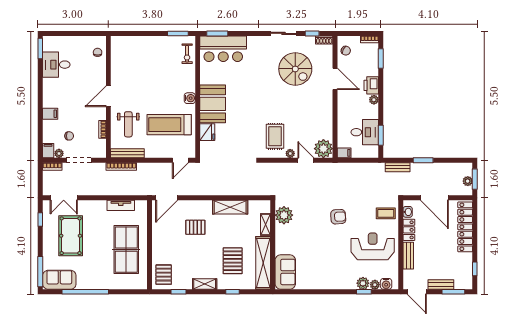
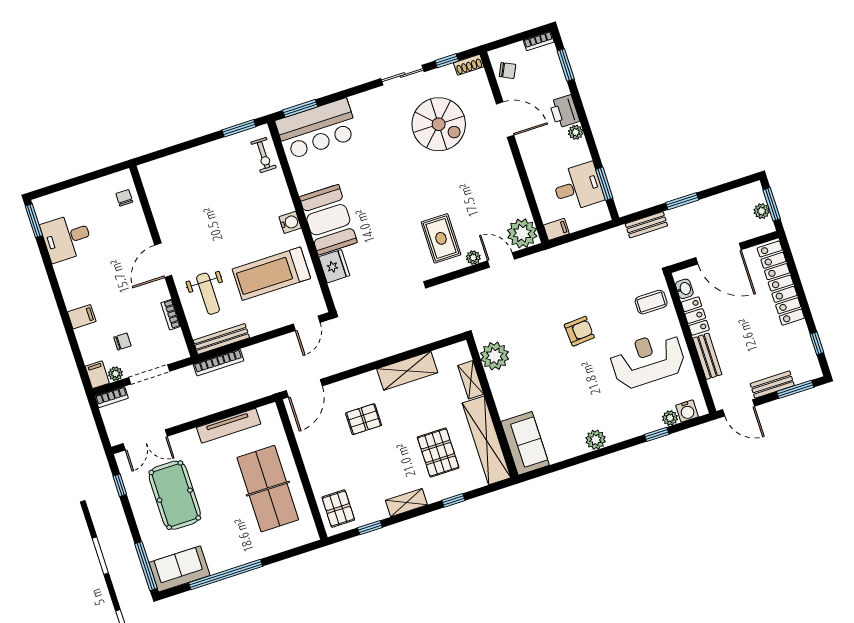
tv unit: (121, 205) -> (229, 426), width x1.41
plant: (363, 283) -> (596, 440), moved

